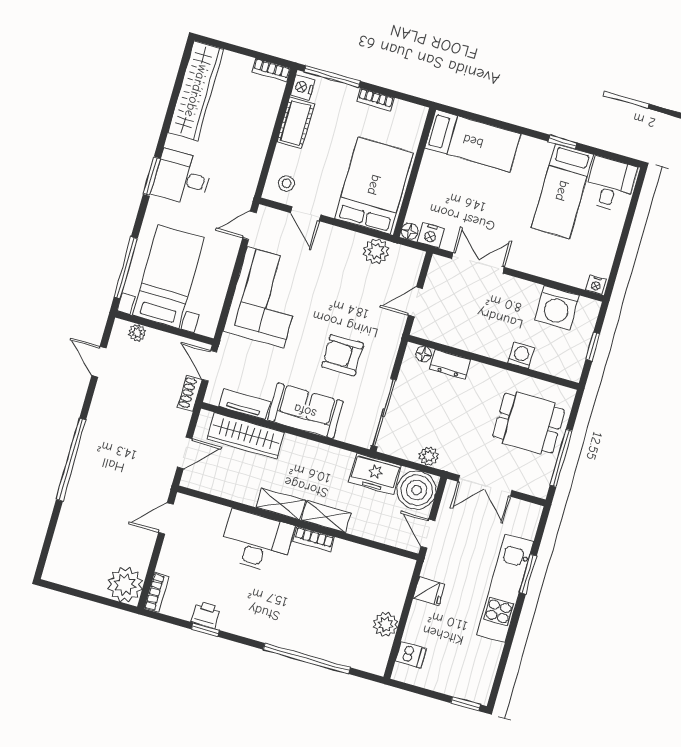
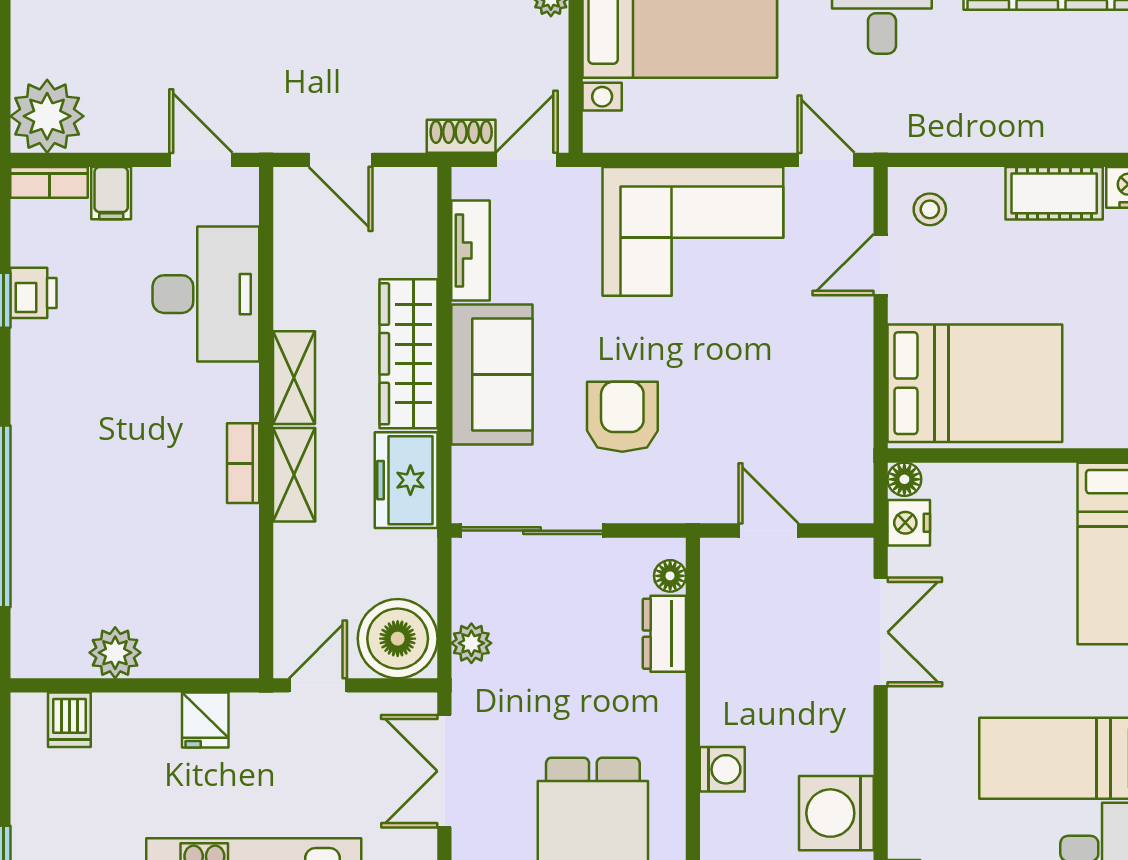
plant: (376, 251) -> (846, 424), removed
wardrobe: (245, 436) -> (408, 354), moved
freezer: (375, 474) -> (406, 480), moved
desk: (257, 542) -> (206, 294), moved
filing cabinet: (170, 565) -> (111, 193), added

